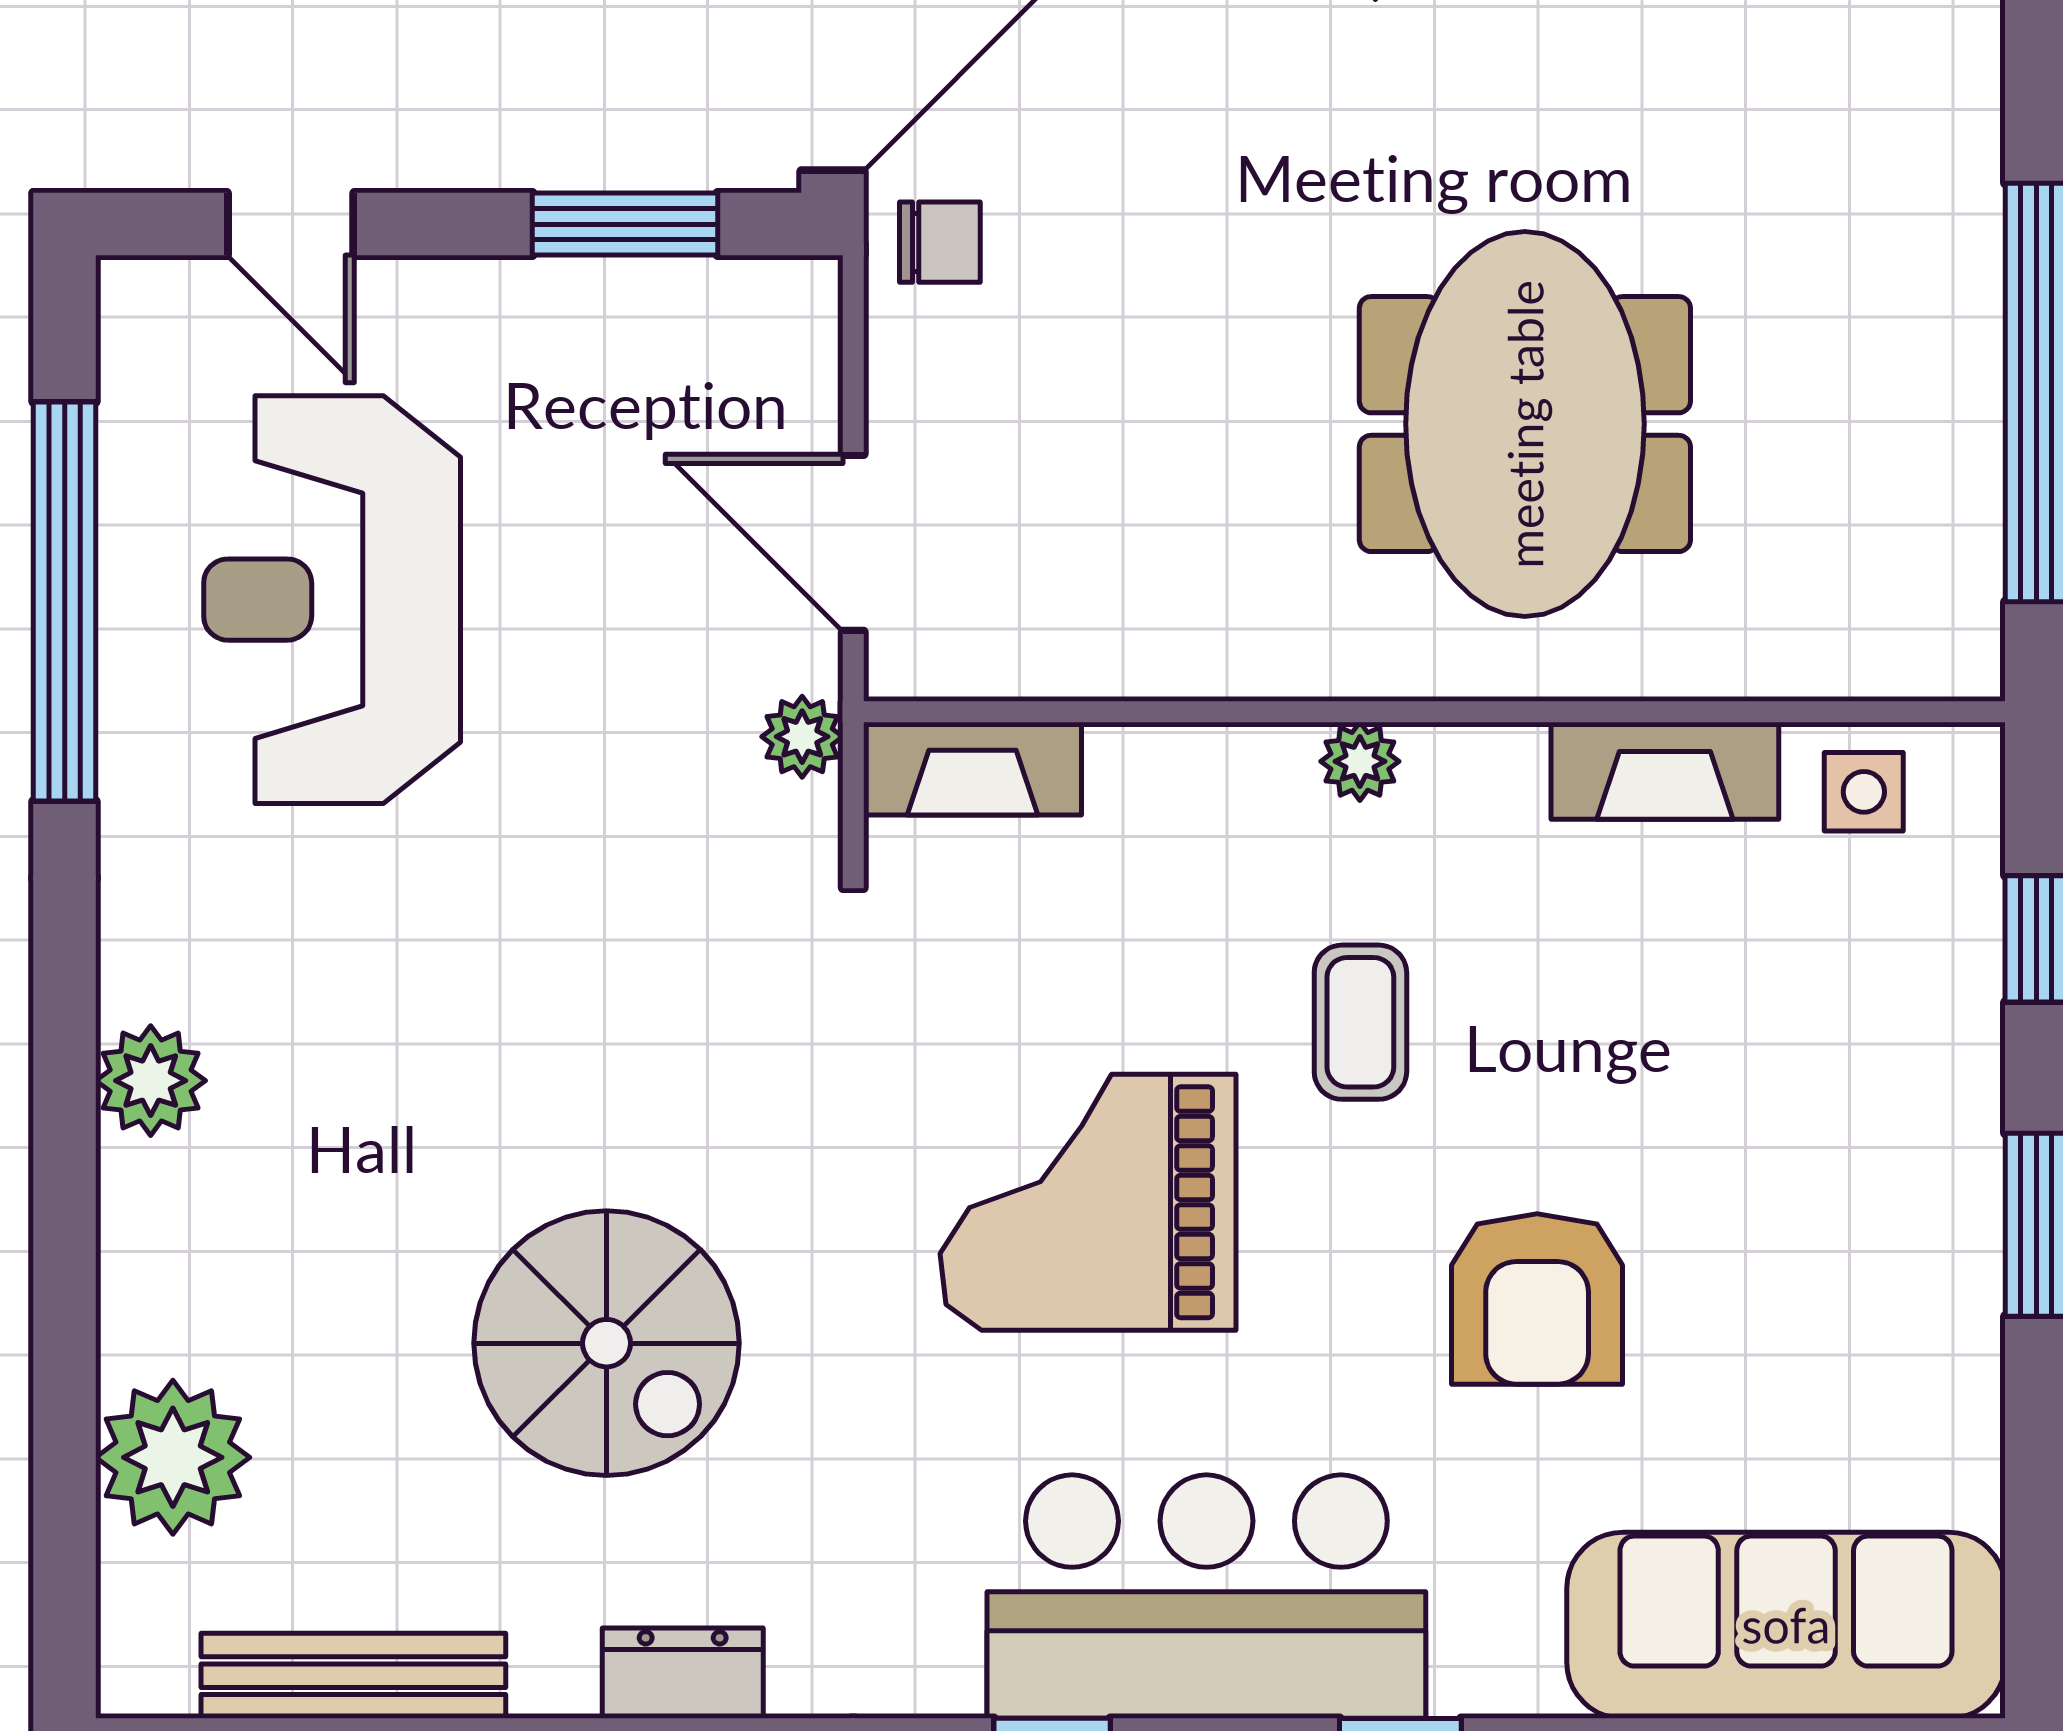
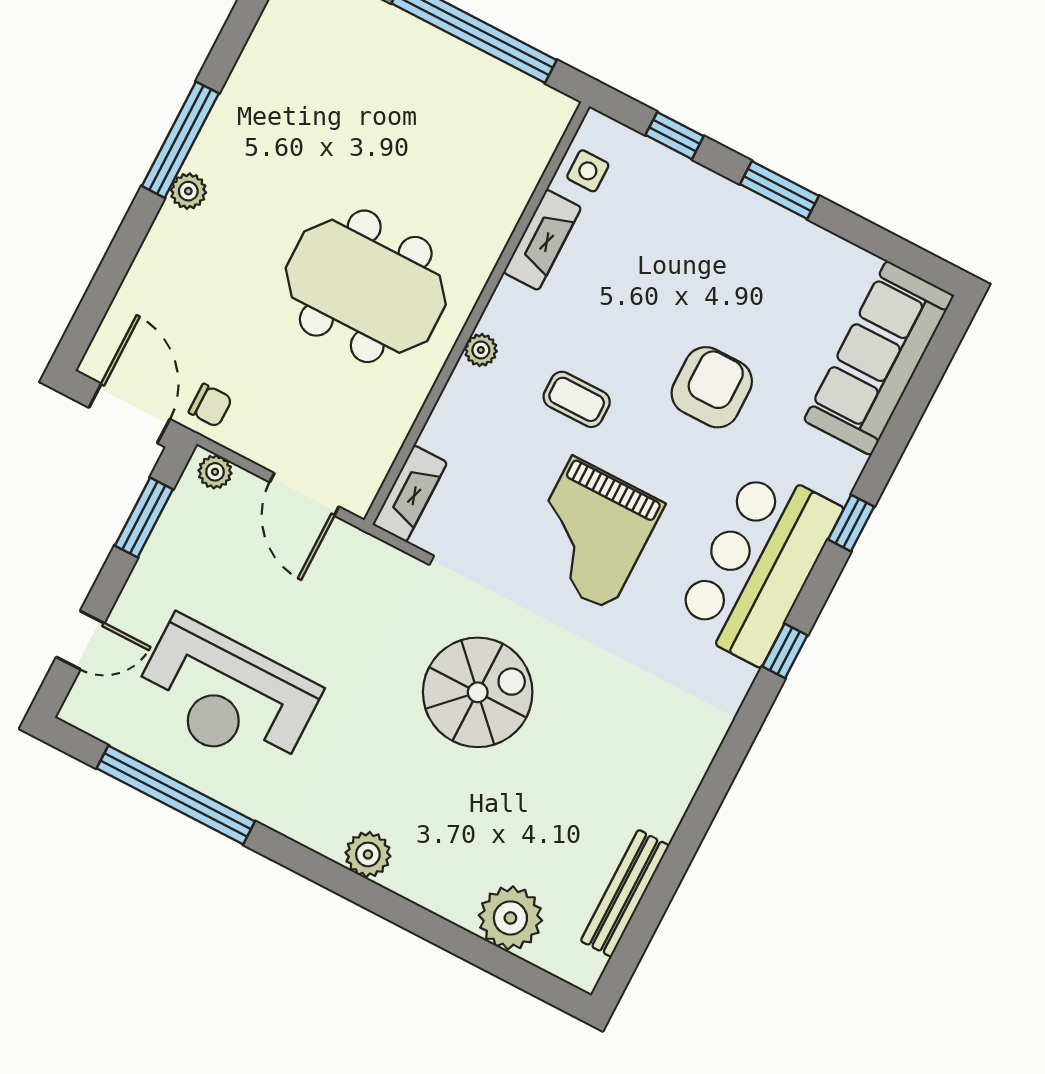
chair: (940, 242) -> (210, 405), turned 90
meeting table: (1525, 424) -> (366, 286), moved
door: (853, 543) -> (304, 494), hinge flipped
plant: (802, 737) -> (215, 472), moved
armchair: (1537, 1299) -> (712, 387), turned -90
spiral stairs: (607, 1343) -> (478, 692), moved
dresser: (683, 1673) -> (687, 772), removed

